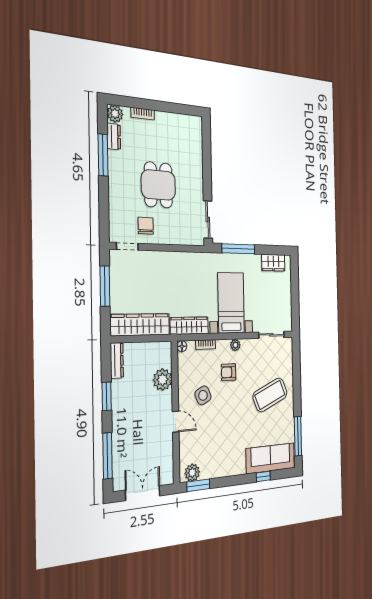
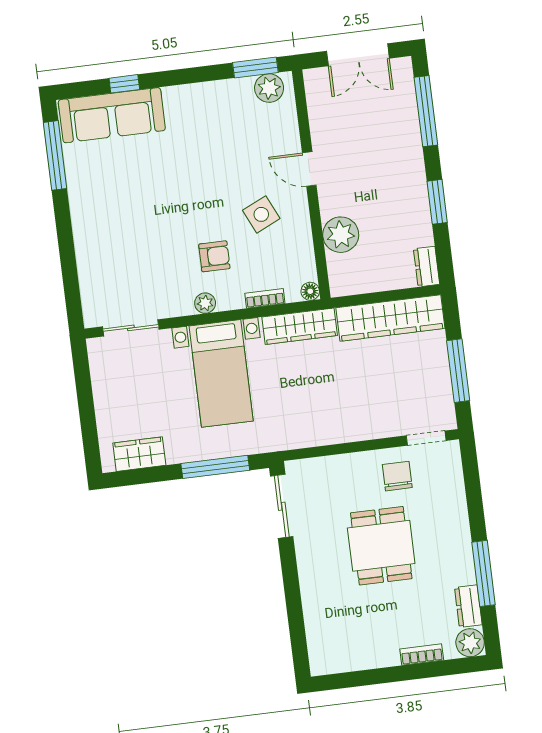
chair: (146, 226) -> (397, 476), turned 180
dresser: (117, 360) -> (427, 267), width x0.70
coffee table: (270, 395) -> (124, 224), removed

